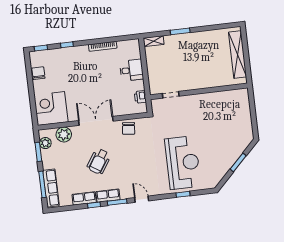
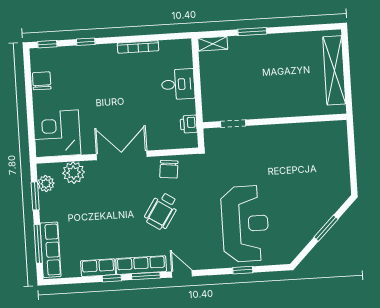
wheelchair: (99, 161) -> (162, 211), moved
row of seats: (108, 196) -> (141, 265), width x1.48

